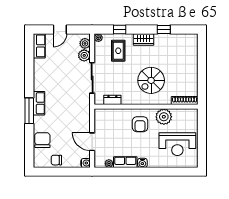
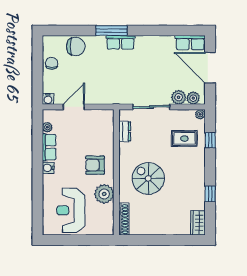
door: (60, 30) -> (210, 68), width x1.88
wardrobe: (143, 39) -> (198, 223), moved

